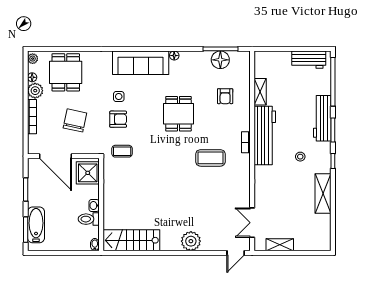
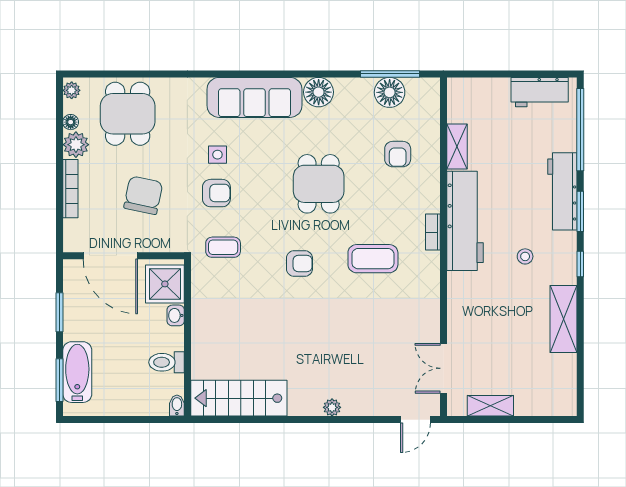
floor lamp: (174, 56) -> (319, 92), width x1.89, depth x1.89
armchair: (167, 161) -> (299, 264), added
washbasin: (94, 205) -> (176, 315), moved
plant: (191, 241) -> (332, 407), width x0.53, depth x0.53

